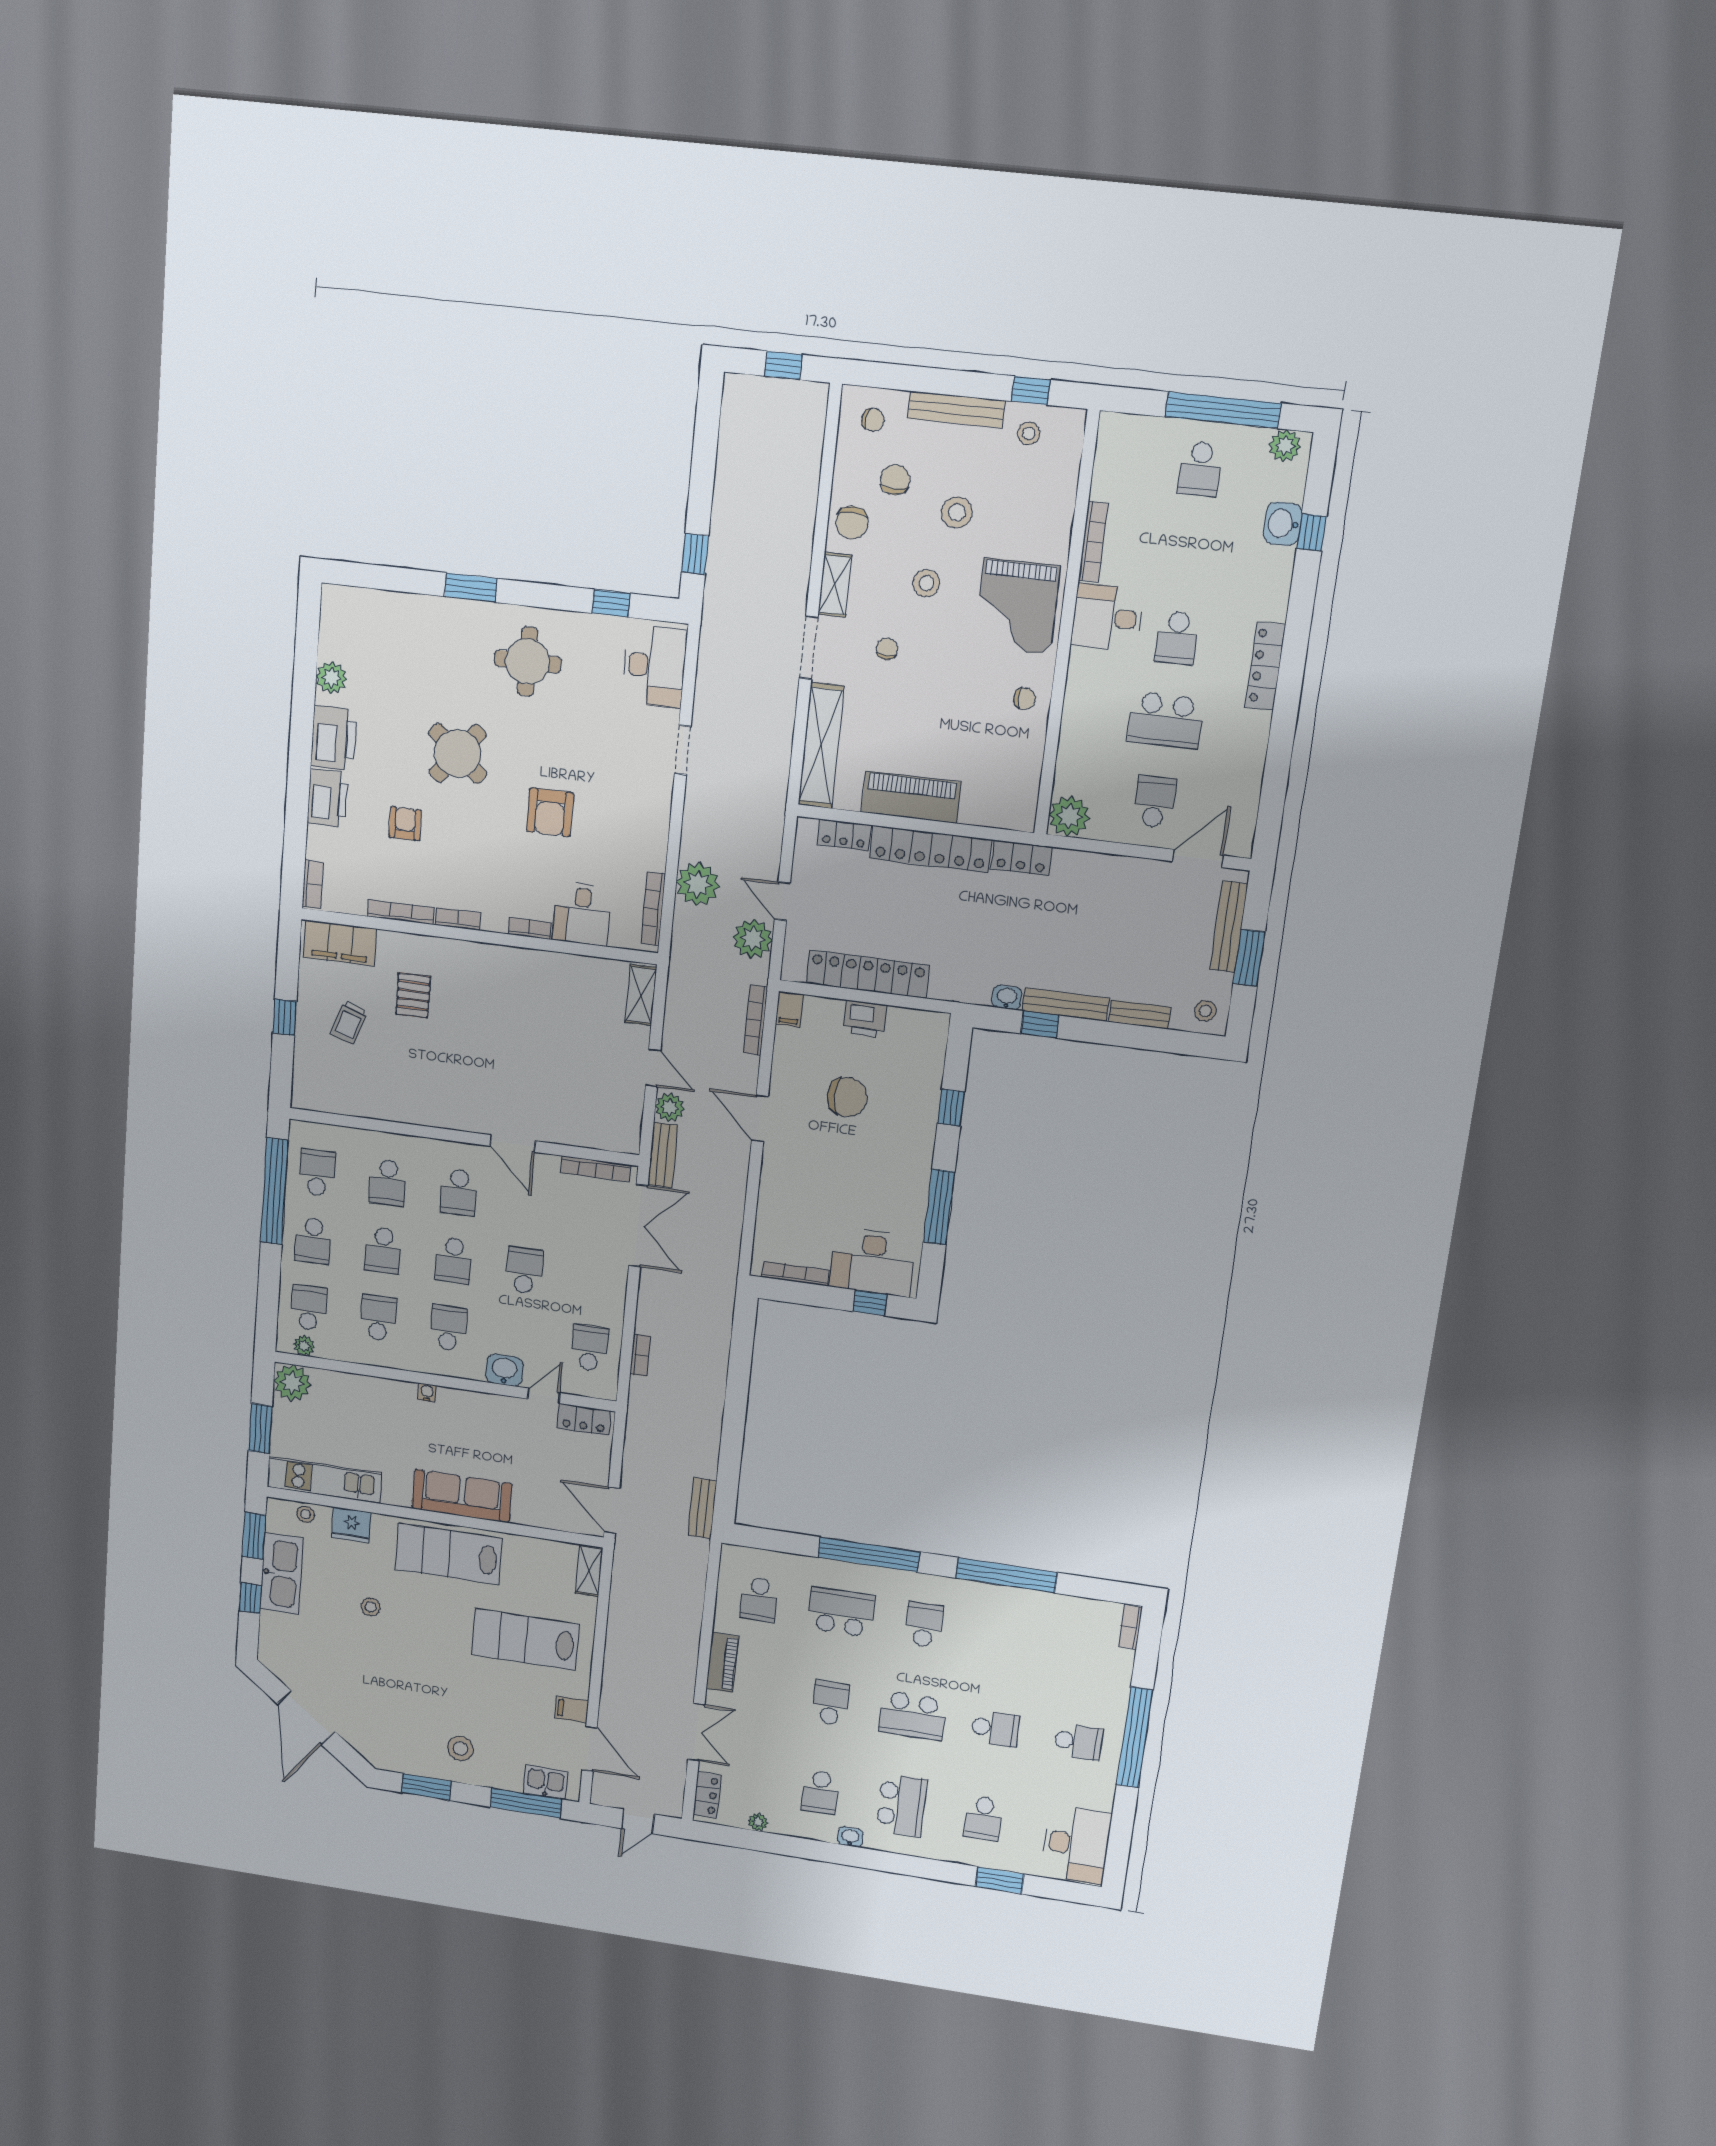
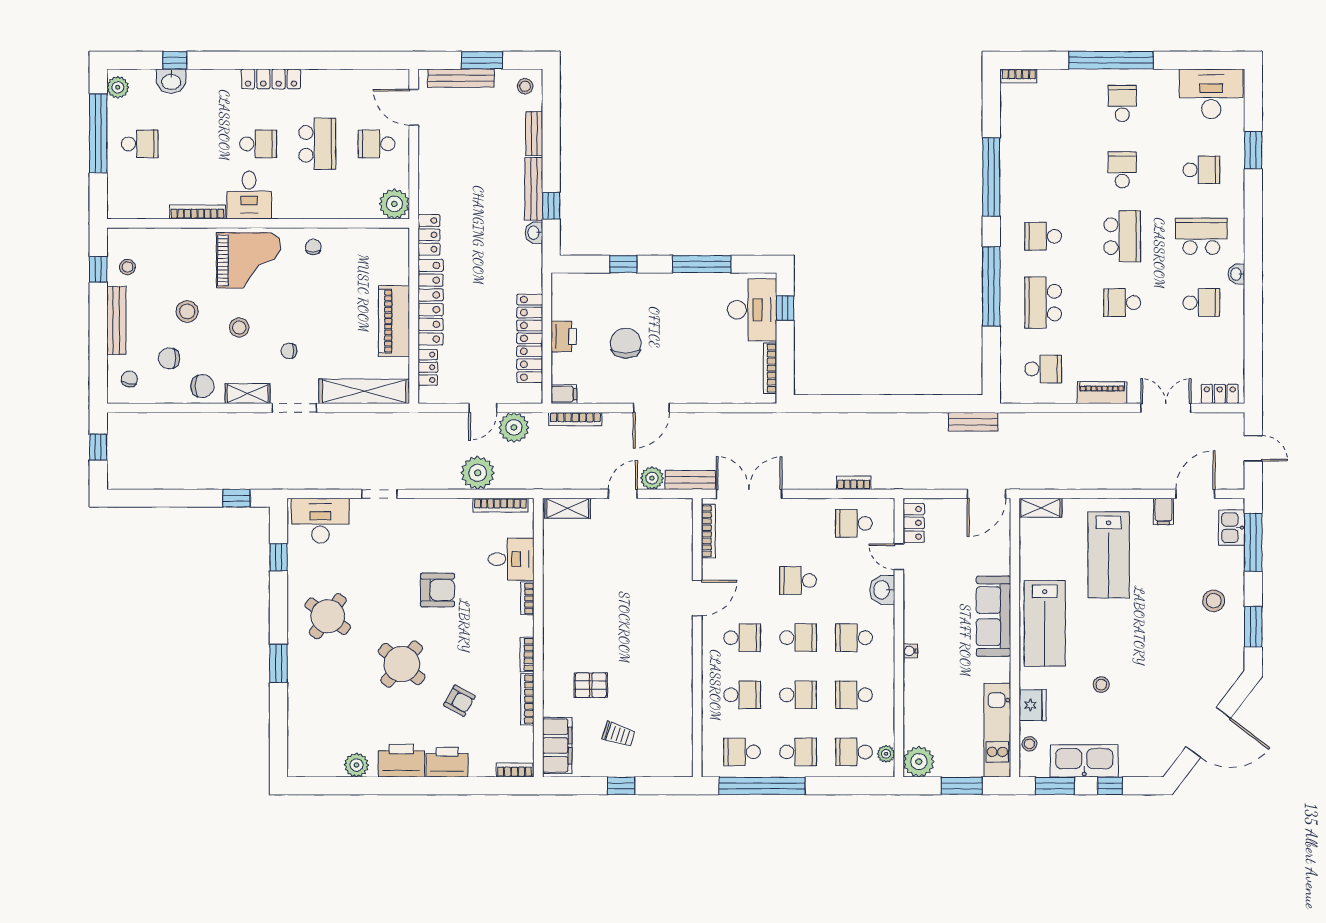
round table: (528, 662) -> (328, 616), turned 36
armchair: (405, 824) -> (459, 701), turned -151
plant: (758, 1822) -> (1237, 350), removed

